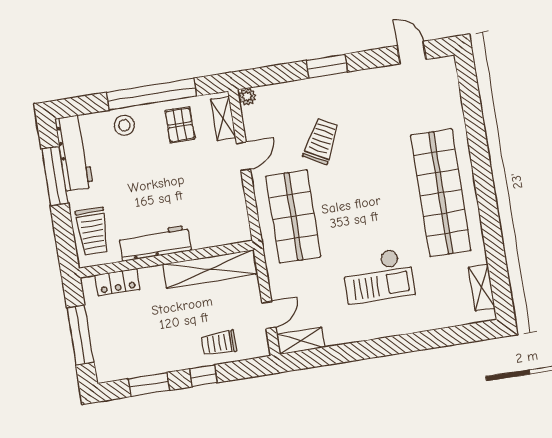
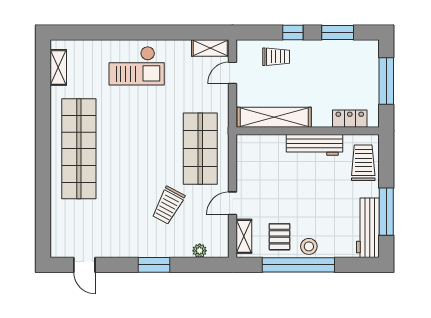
plant: (247, 97) -> (200, 251), moved
stool: (124, 125) -> (309, 246), moved
checkout: (378, 276) -> (137, 66), moved, turned 180

